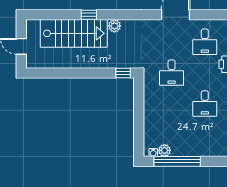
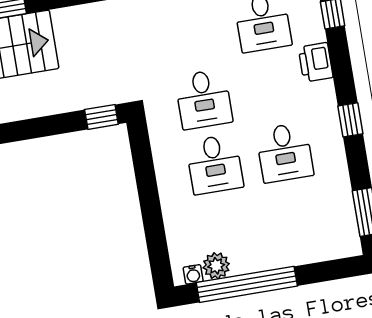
plant: (114, 26) -> (67, 21), removed
desk: (172, 103) -> (215, 164), added

